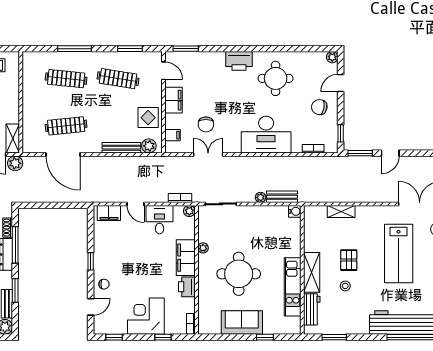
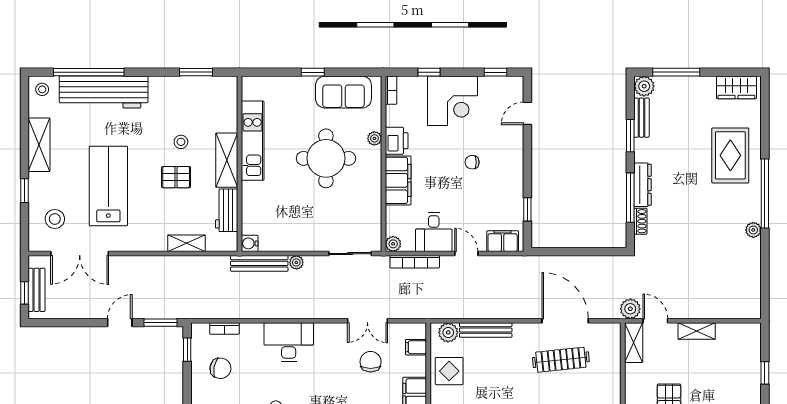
chair: (319, 107) -> (220, 368), moved
desk: (266, 135) -> (289, 342), width x0.73, depth x0.77
bench: (282, 197) -> (259, 263), width x1.36
bookcase: (180, 198) -> (415, 262), width x1.56
plant: (203, 248) -> (374, 138), moved
pallet: (349, 260) -> (176, 177), turned 90
window: (91, 261) -> (527, 209), moved
chair: (104, 284) -> (472, 162), moved
workbench: (312, 309) -> (227, 210), moved
sofa: (242, 323) -> (343, 92), moved
window: (265, 337) -> (313, 72), moved

